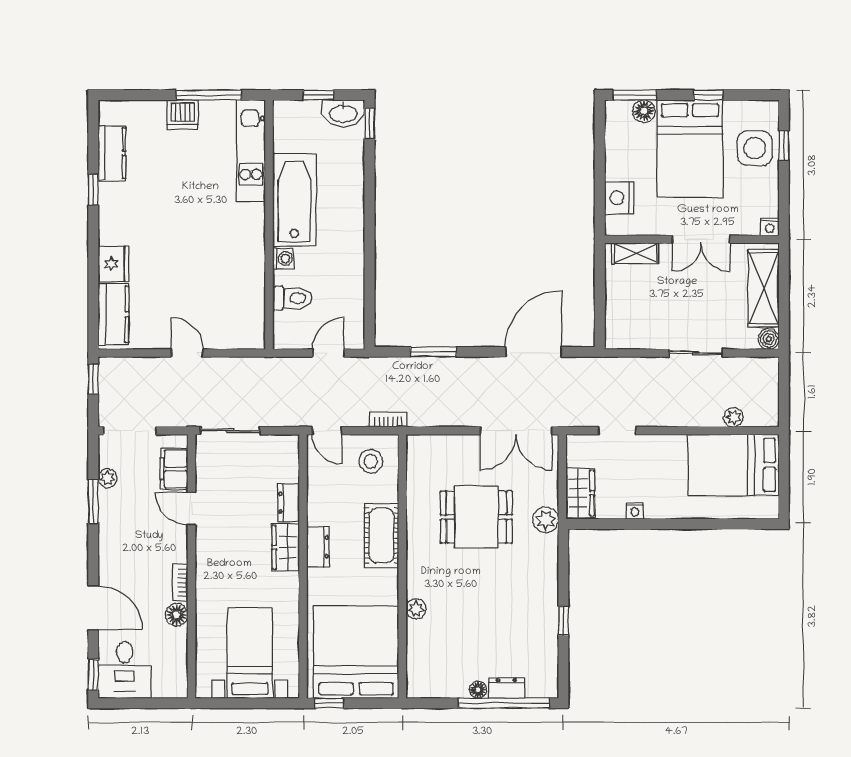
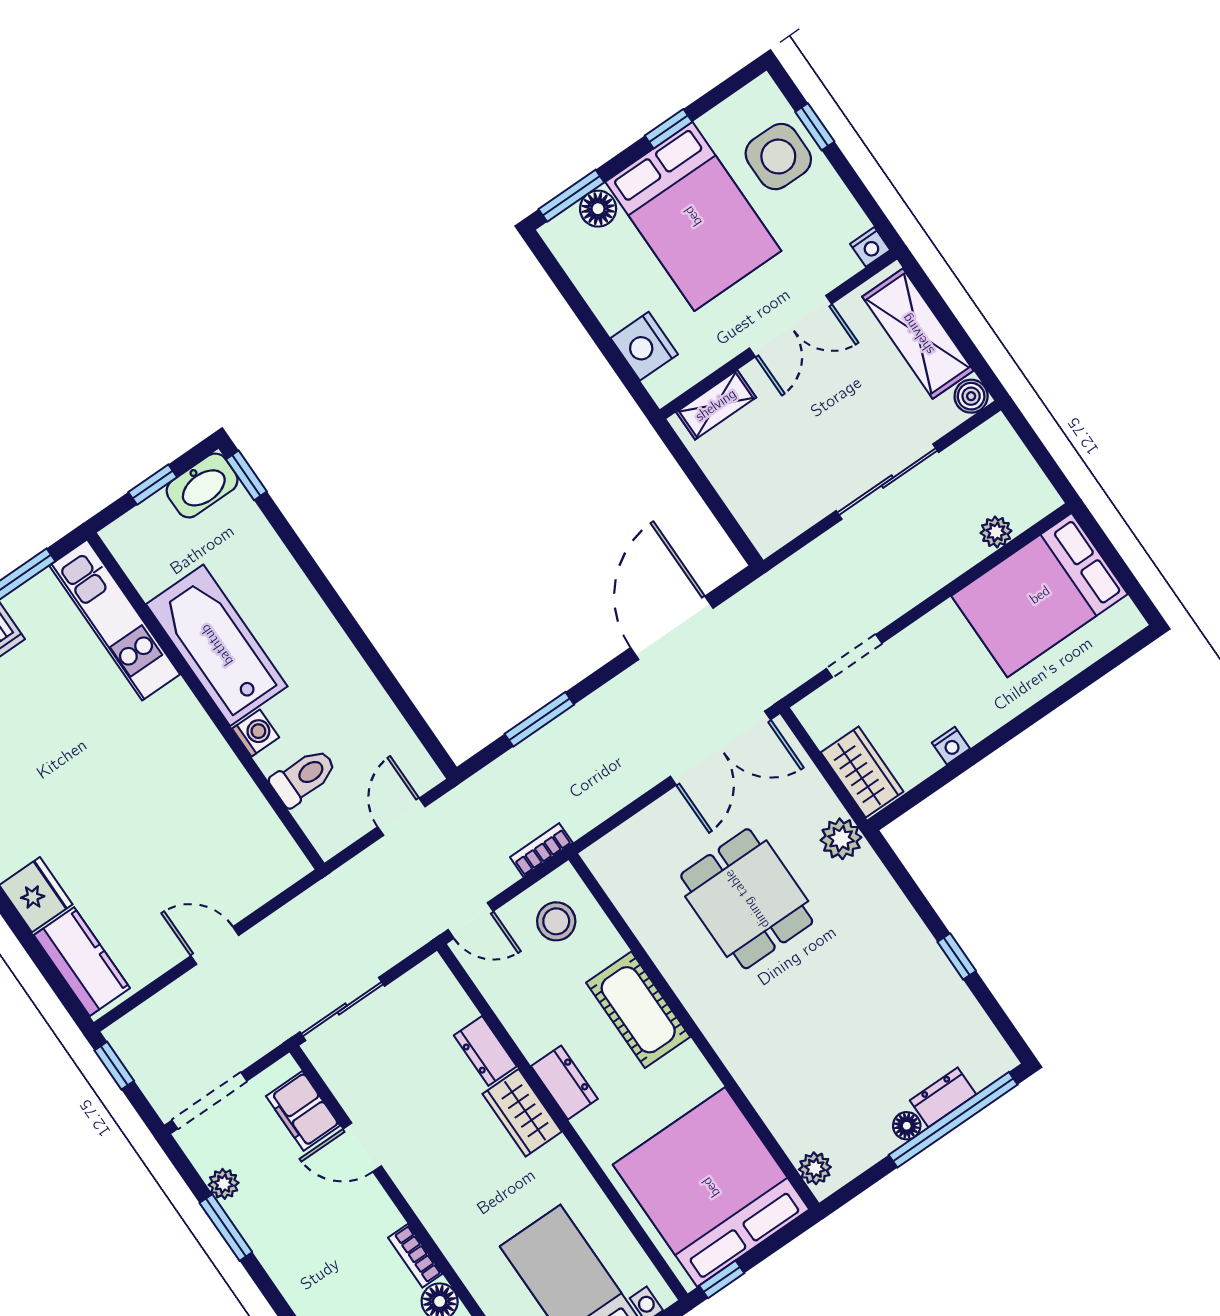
sliding door: (696, 353) -> (887, 482), width x1.37
dining table: (476, 517) -> (747, 899), turned 90
plant: (416, 609) -> (815, 1168), moved

